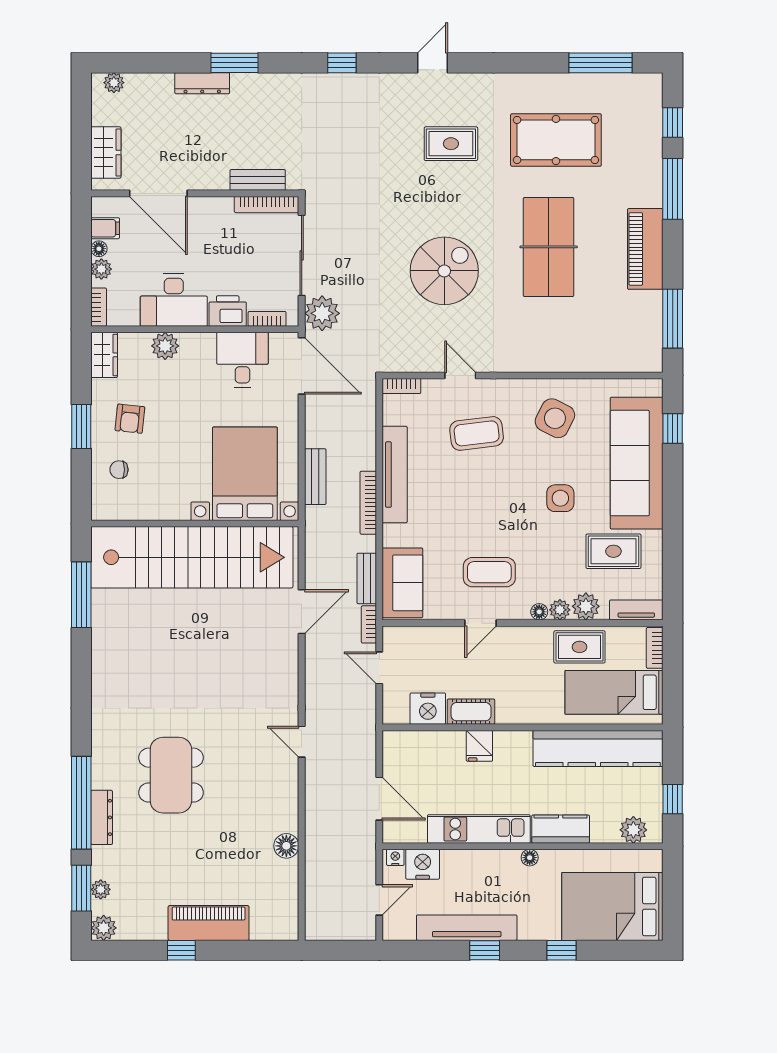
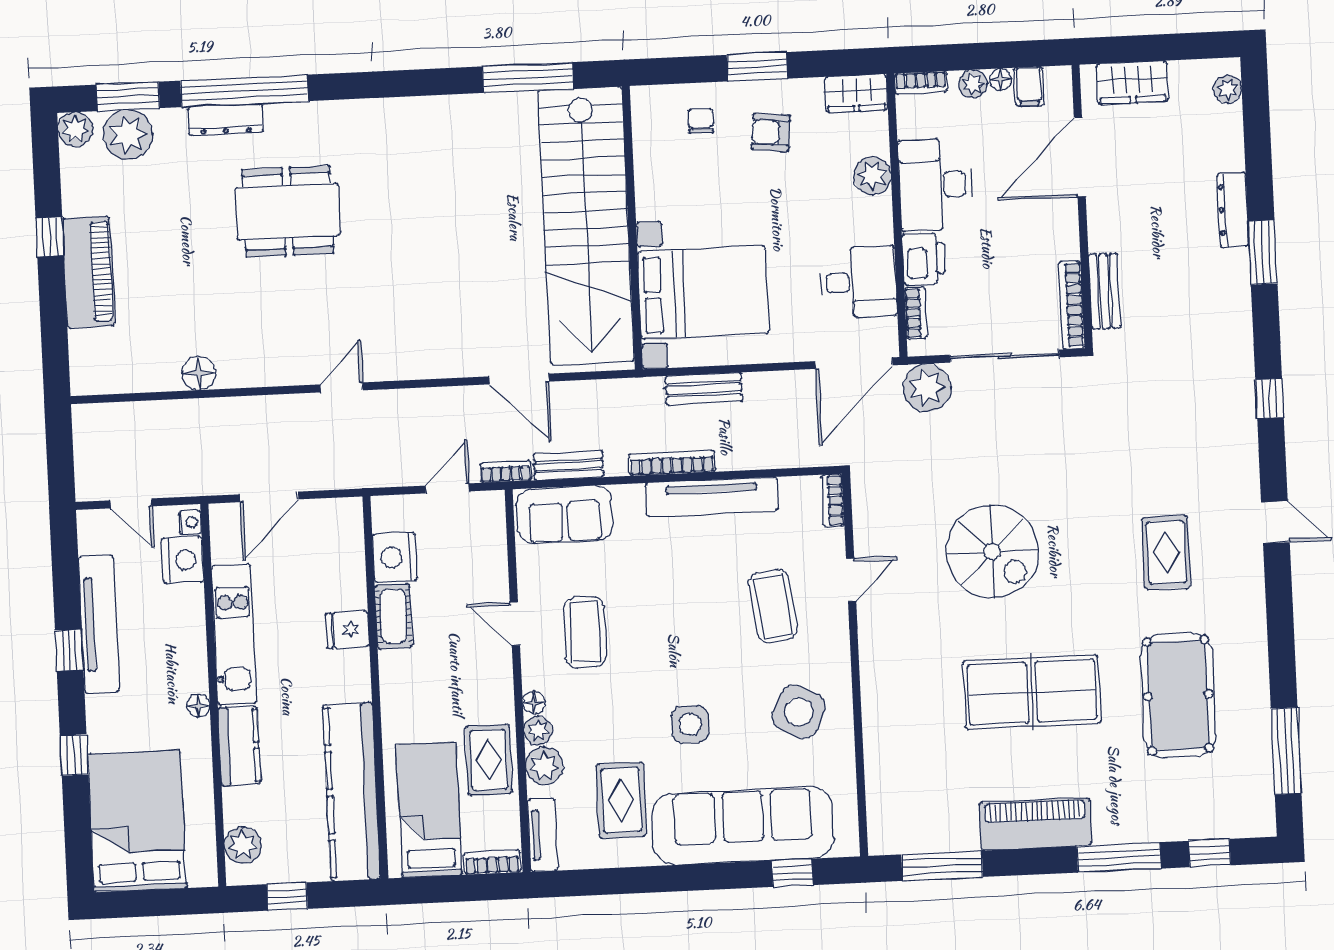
plant: (101, 889) -> (128, 134), width x1.88, depth x1.88

